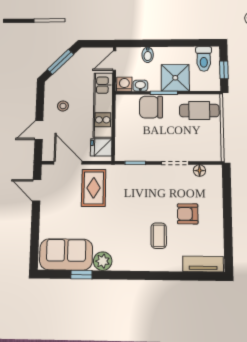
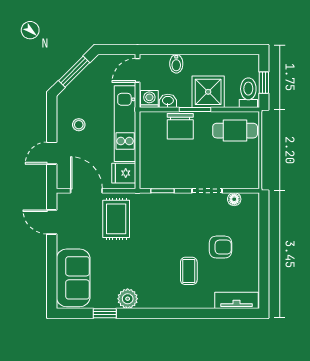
toilet: (204, 59) -> (248, 93), moved, turned 180
chair: (151, 107) -> (180, 126), turned -90
armchair: (188, 214) -> (221, 247), turned 180
sofa: (66, 254) -> (73, 278), moved, turned 90

